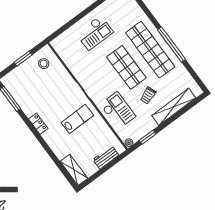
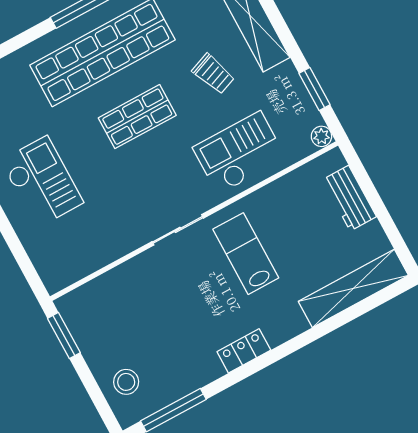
window: (23, 59) -> (64, 335), moved
stool: (44, 64) -> (126, 382), moved
shop shelf: (126, 67) -> (137, 117), width x0.70, depth x0.74
shelving: (74, 170) -> (353, 288), width x1.47

